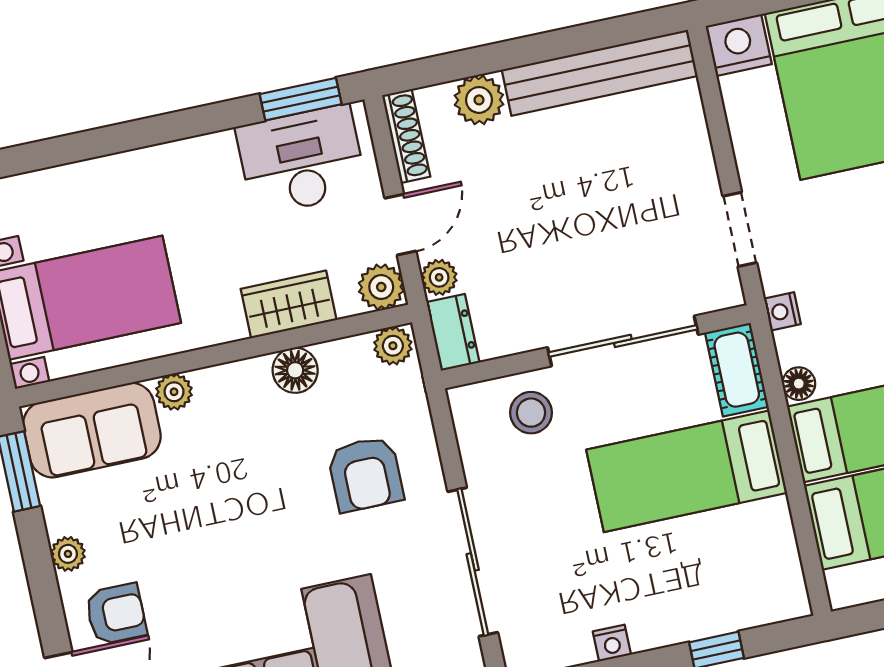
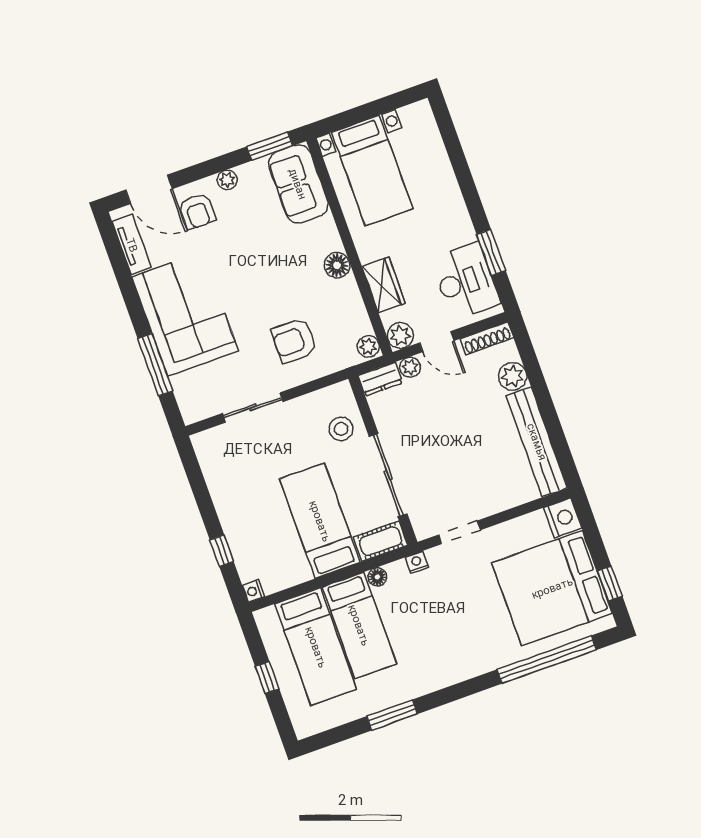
window: (301, 99) -> (491, 253), moved
floor lamp: (295, 370) -> (337, 265), moved
plant: (174, 392) -> (326, 227), removed
sliding door: (473, 562) -> (253, 407), width x0.73
nightstand: (612, 643) -> (253, 591), moved

